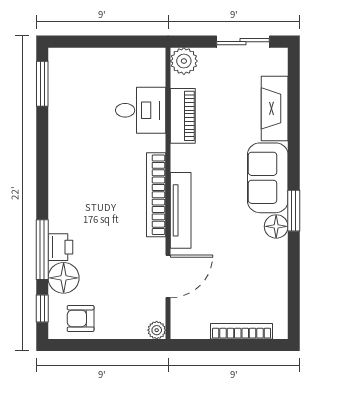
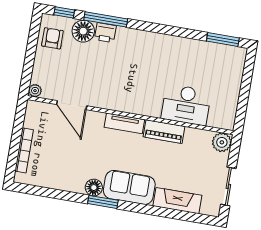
desk: (141, 110) -> (186, 105), width x1.37
piano: (183, 116) -> (164, 132), moved
bookcase: (156, 195) -> (131, 107), removed
tv unit: (181, 210) -> (124, 123), width x0.71

